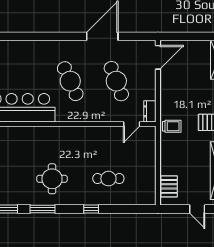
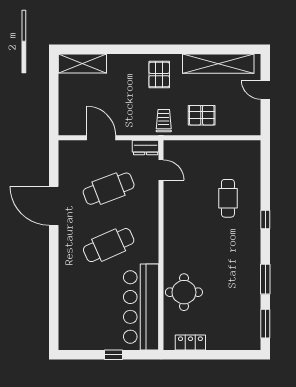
door: (158, 57) -> (101, 138), moved
round table: (52, 179) -> (184, 292), moved
pallet: (169, 186) -> (202, 115), moved
door: (197, 209) -> (265, 90), swing flipped

